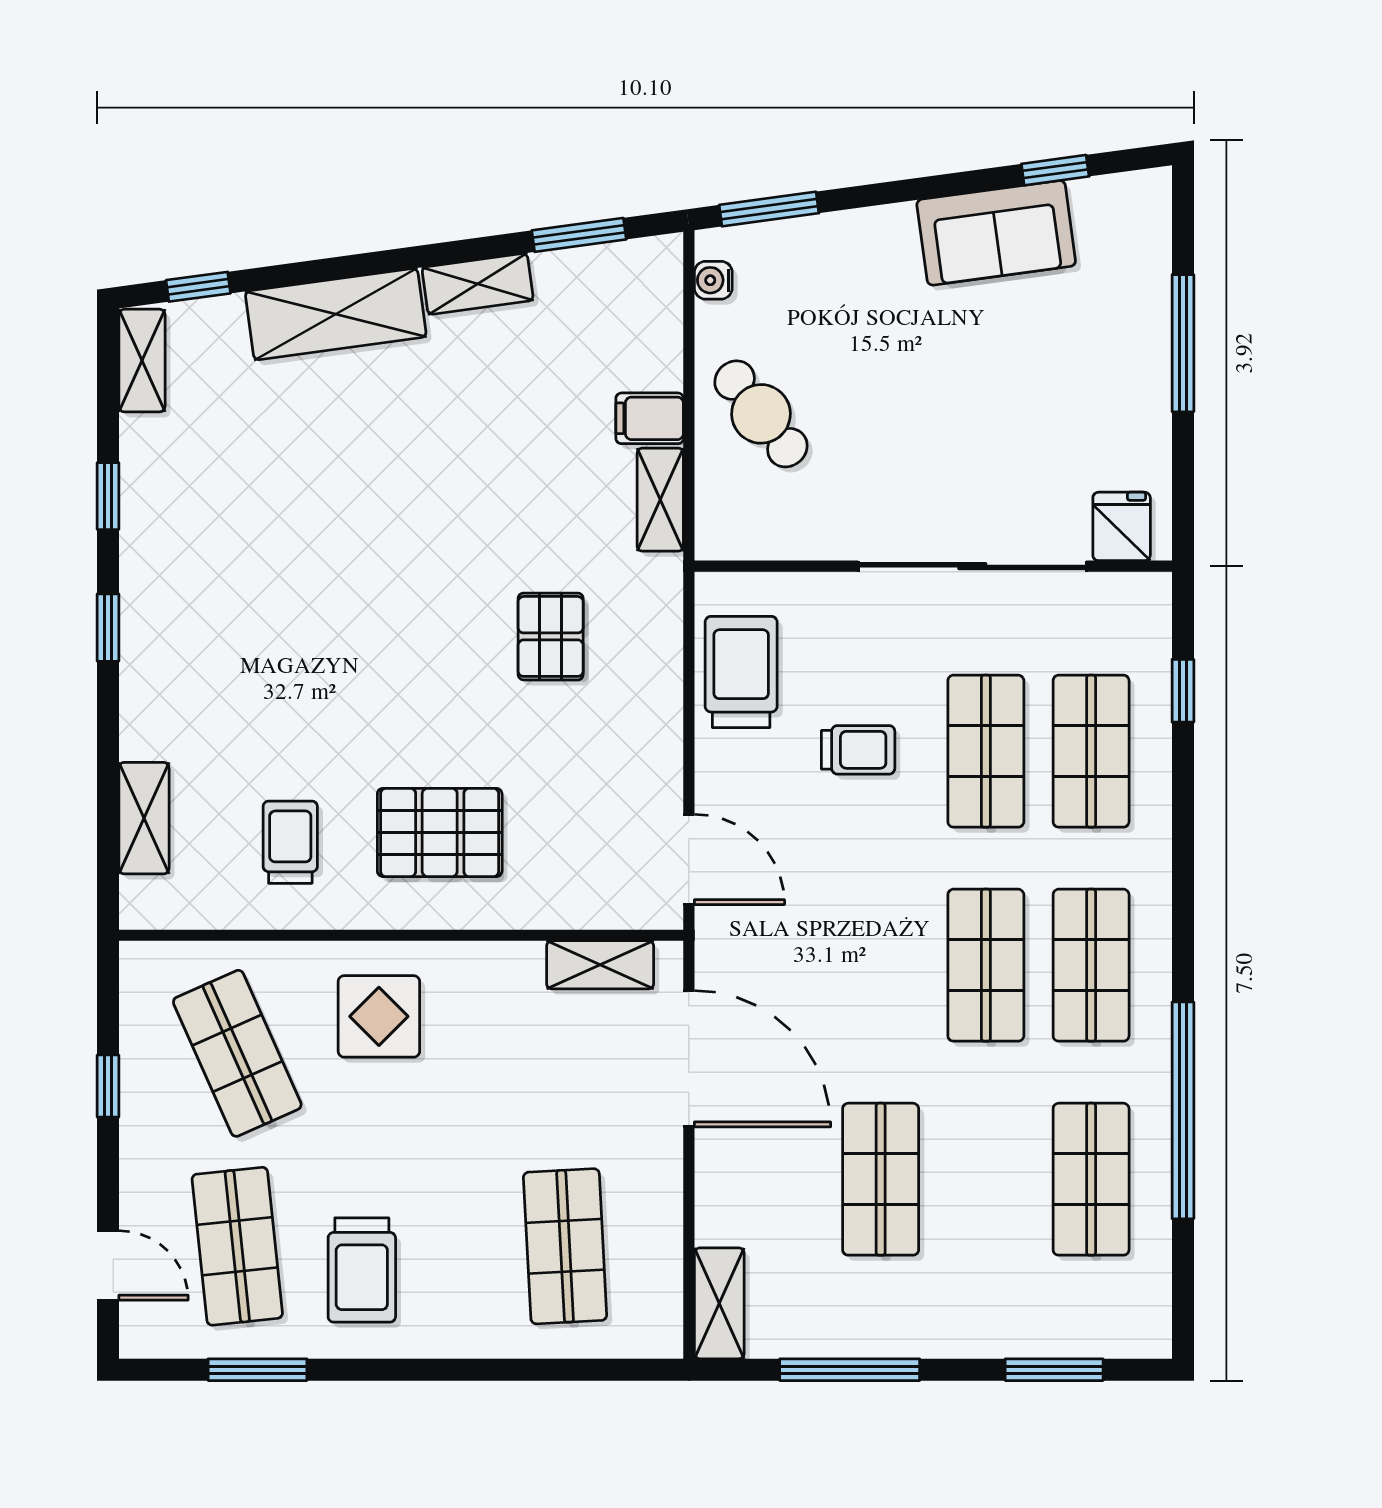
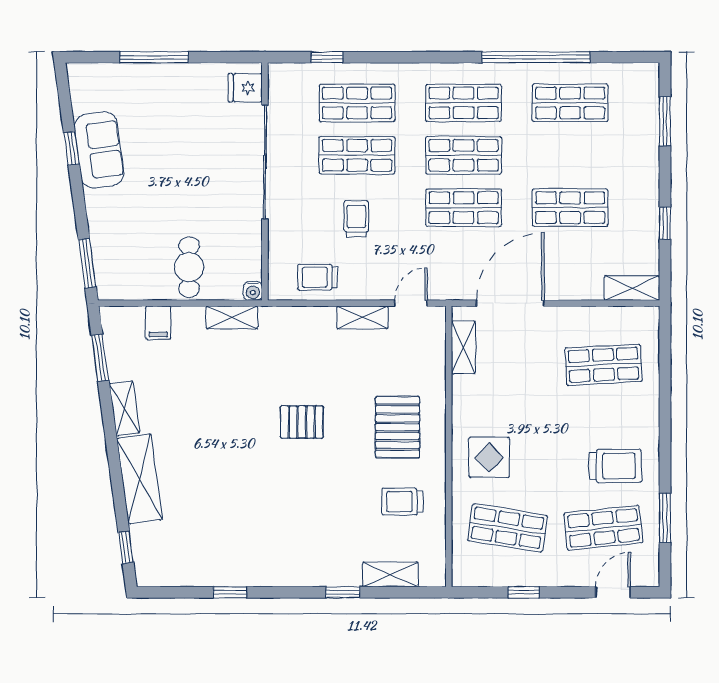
window: (1055, 170) -> (72, 148), moved
water cooler: (713, 280) -> (253, 291), moved
shelving: (142, 361) -> (362, 317), moved
cafe table: (761, 414) -> (189, 267), turned -52
filing cabinet: (650, 418) -> (158, 323), moved
window: (108, 628) -> (343, 592), moved
pallet: (551, 636) -> (302, 422), moved
trolley: (741, 672) -> (318, 277), width x0.73, depth x0.72
door: (689, 859) -> (411, 303), width x0.73
shop shelf: (881, 965) -> (464, 208), added
shop shelf: (237, 1053) -> (507, 528), turned 33
window: (850, 1370) -> (665, 223), width x0.46

